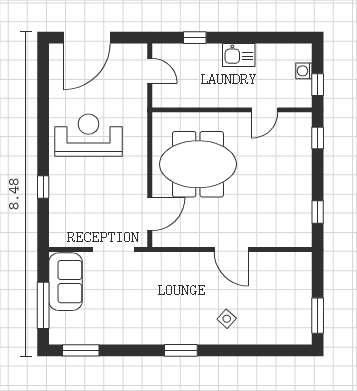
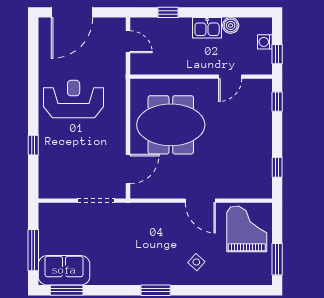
boiler: (265, 52) -> (231, 25), added
grand piano: (283, 281) -> (247, 229), added
sofa: (66, 282) -> (64, 270), moved, turned -90

